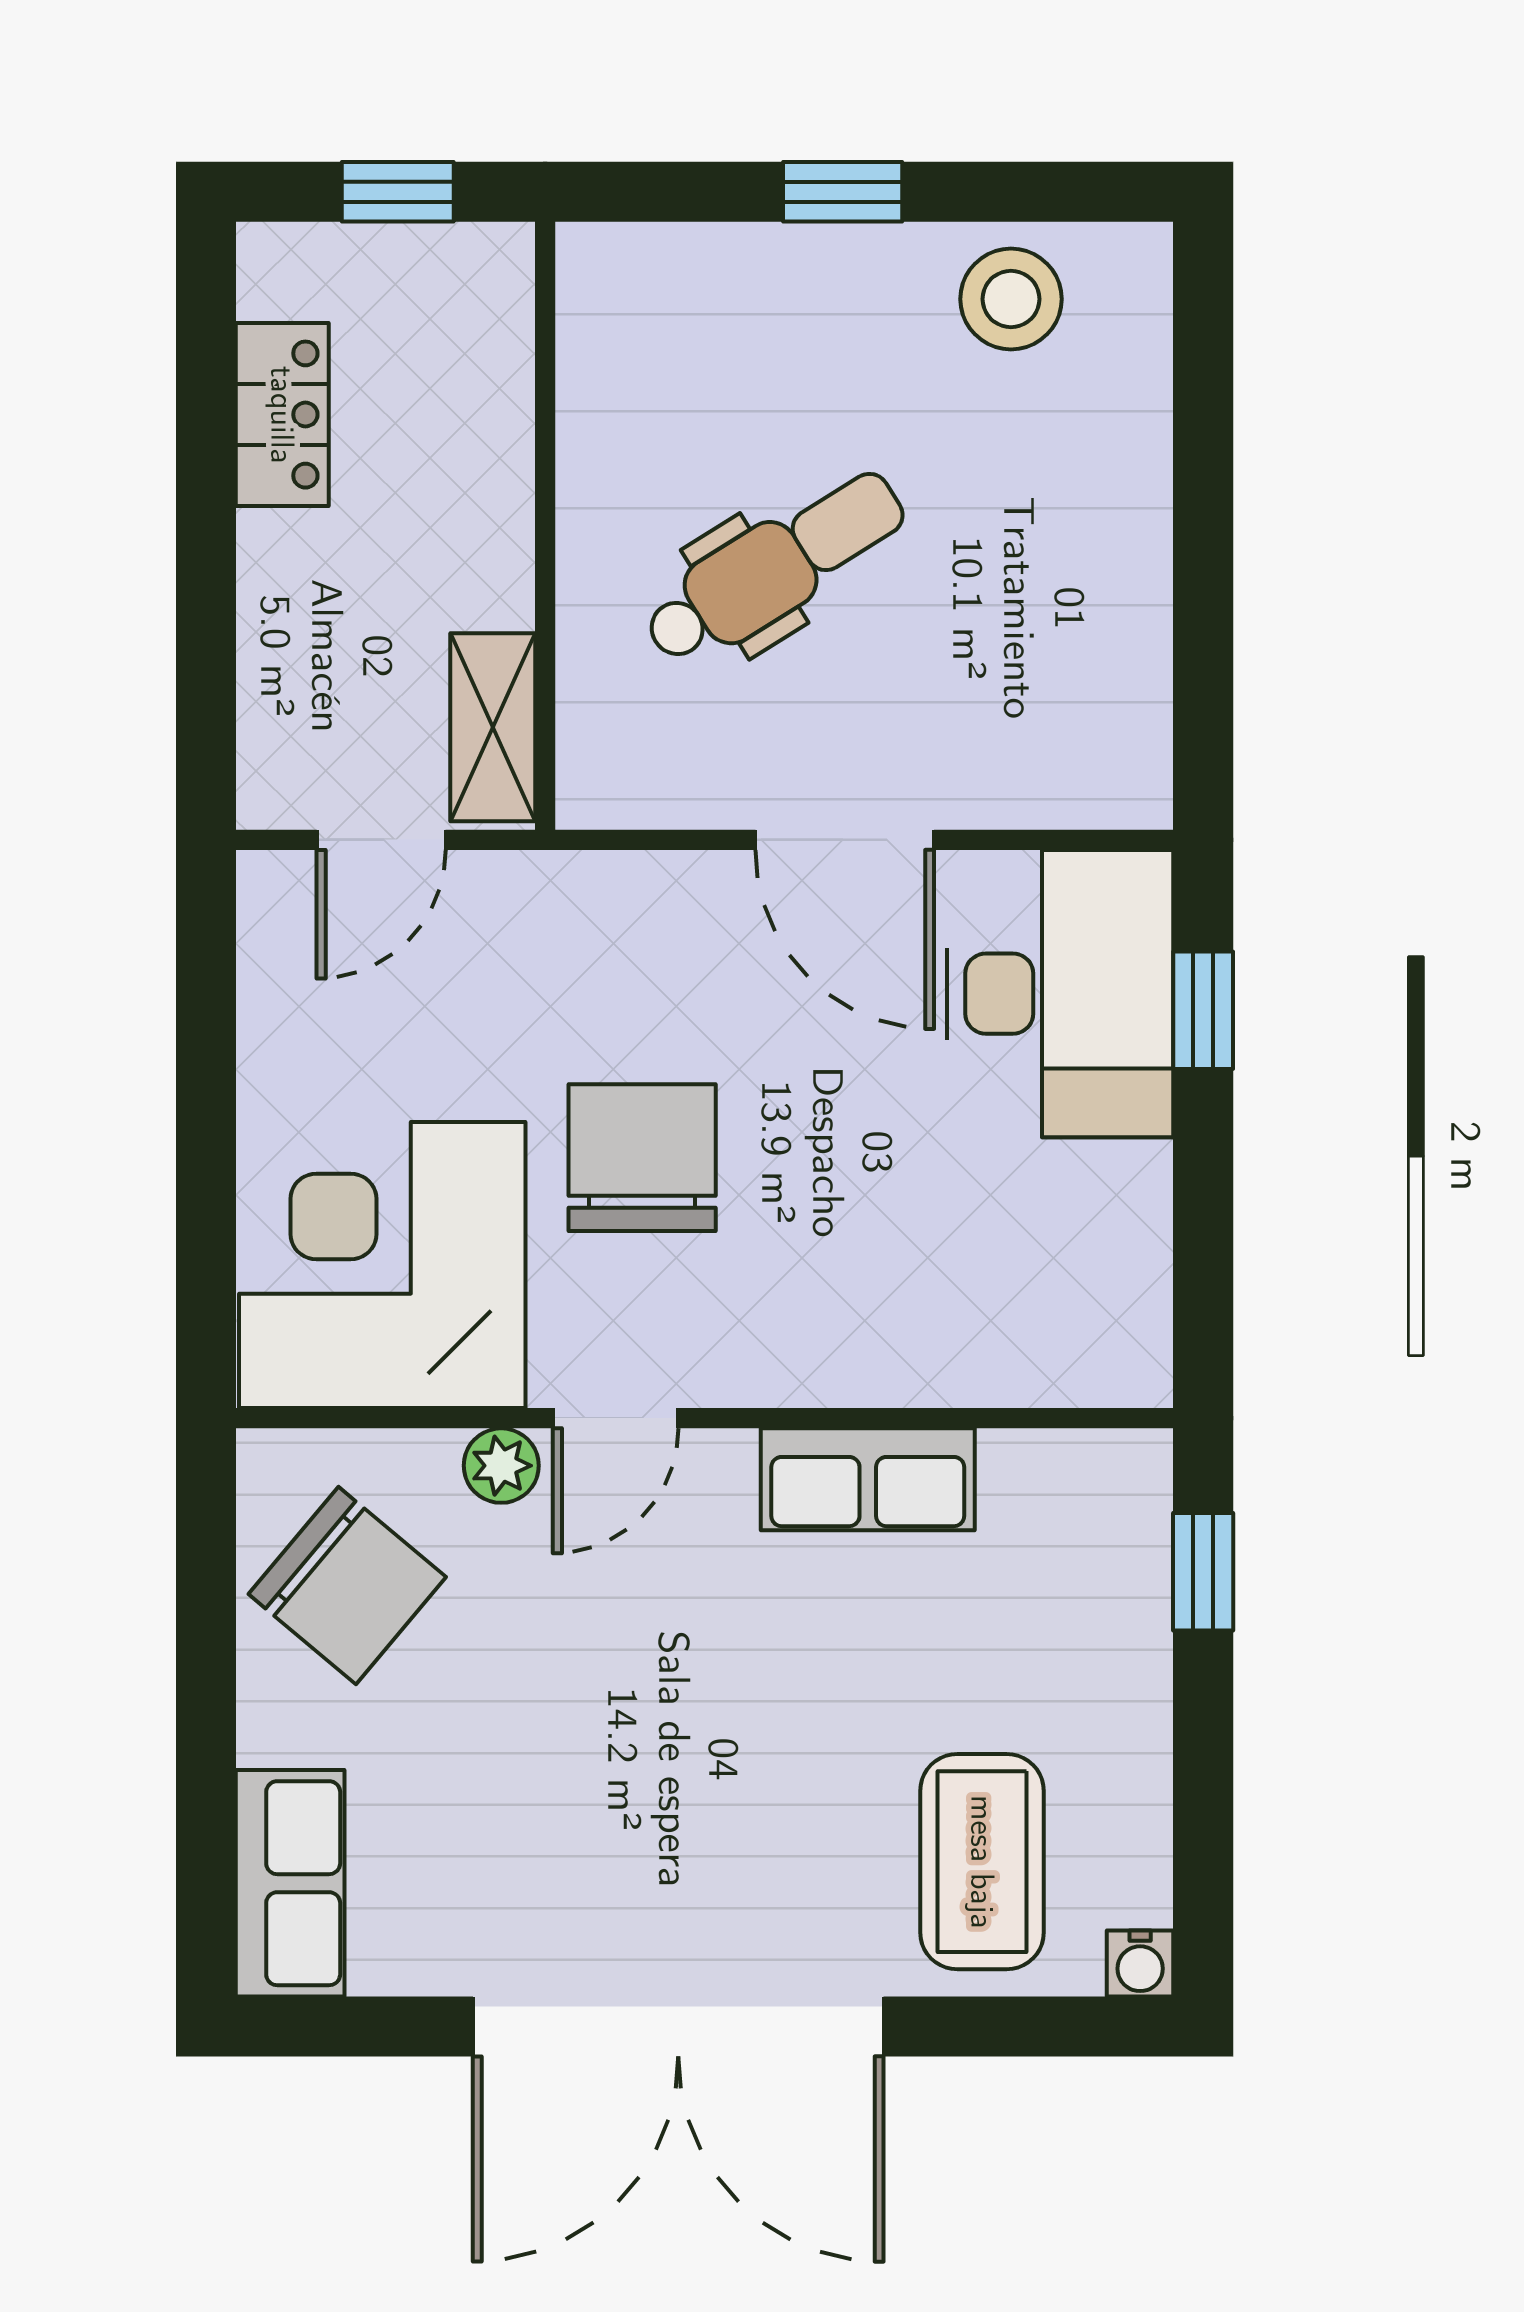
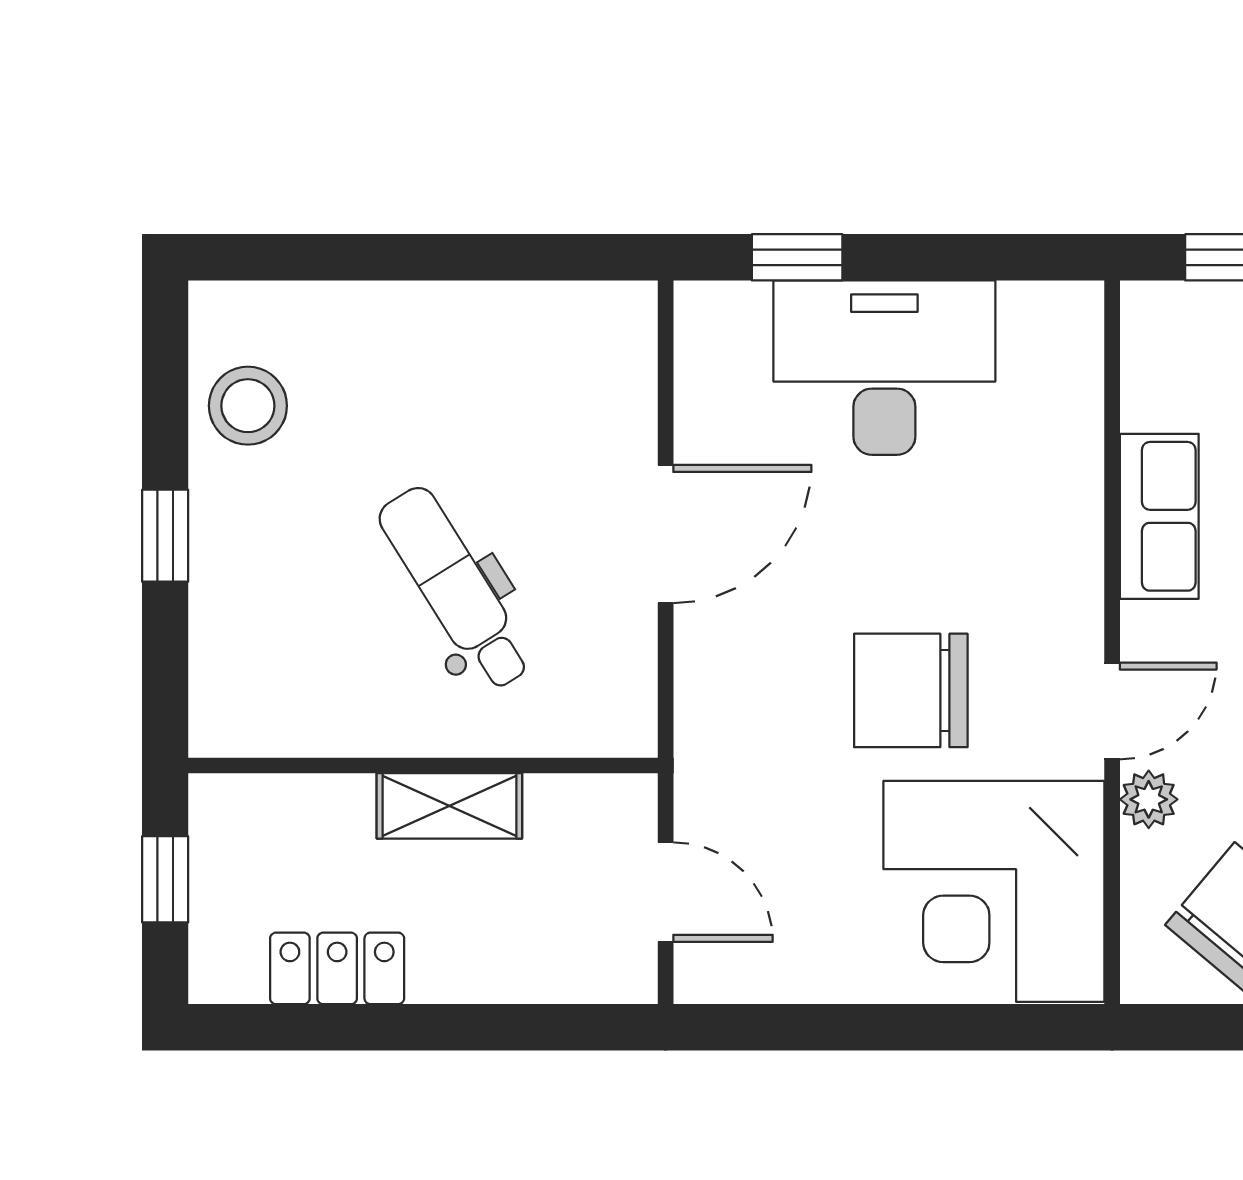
shelving: (493, 727) -> (449, 806), moved
desk: (1060, 994) -> (884, 368), moved
door: (616, 1418) -> (1112, 711), hinge flipped

